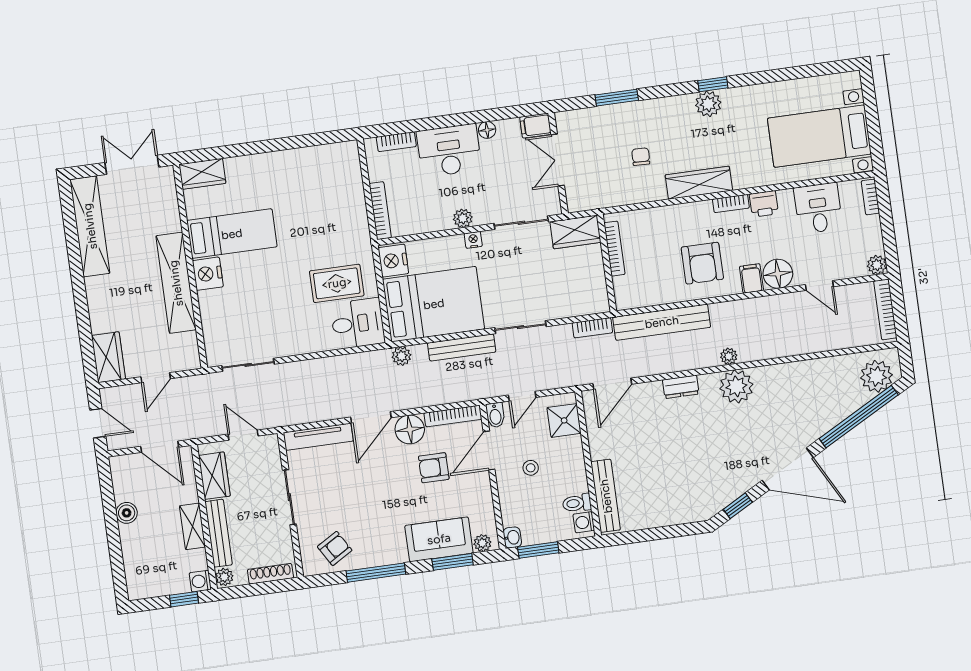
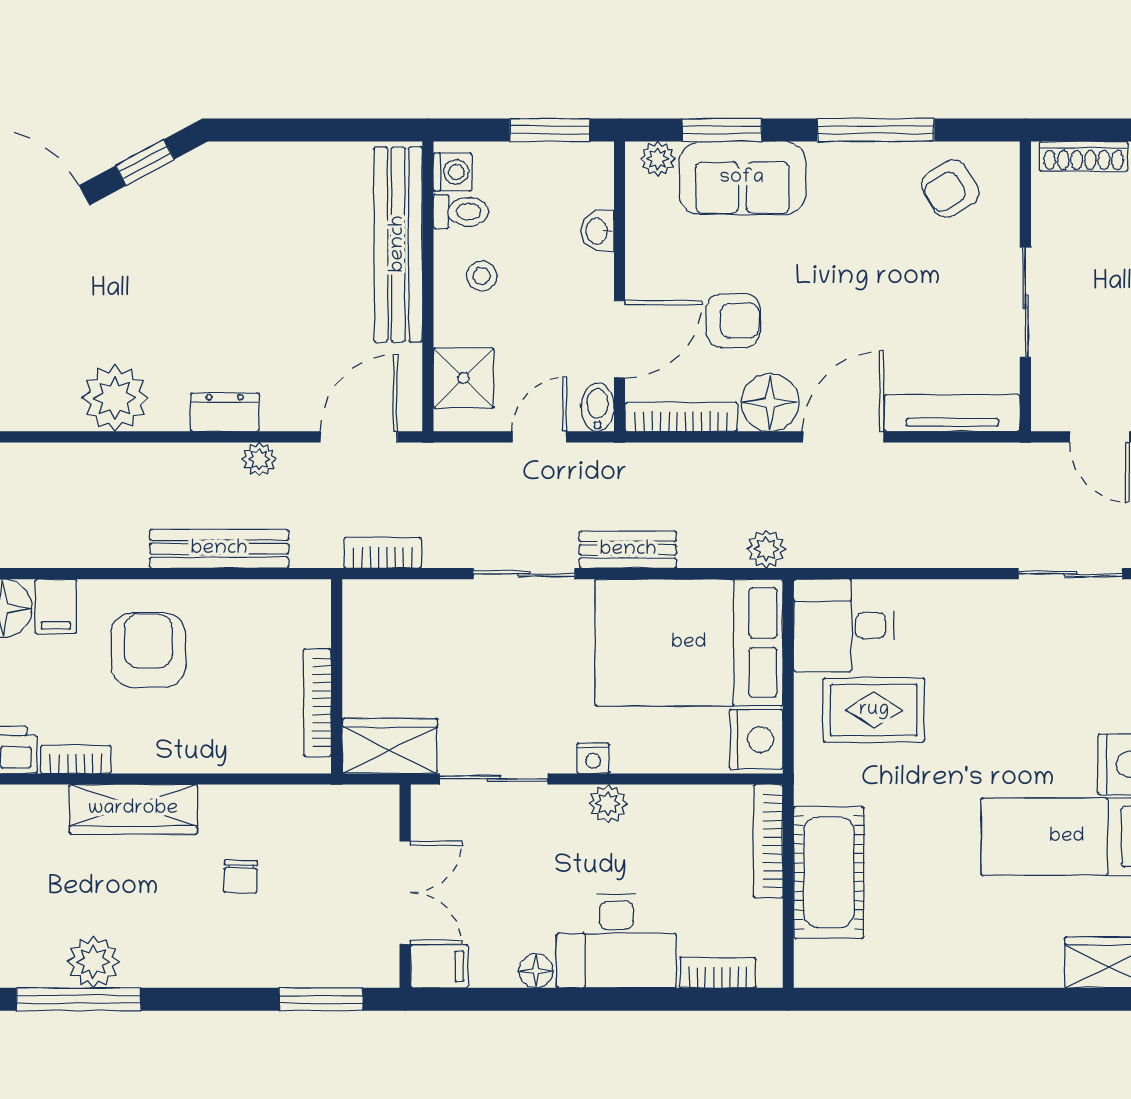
window: (713, 84) -> (79, 999), width x2.17
window: (617, 98) -> (321, 999), moved
cot: (348, 199) -> (829, 872), added
bench: (662, 322) -> (219, 549), width x0.73, depth x0.82
bench: (462, 347) -> (628, 550), width x0.73
plant: (729, 356) -> (259, 459), moved
stool: (531, 468) -> (482, 276), moved
bench: (606, 496) -> (398, 244), width x1.37, depth x1.21
washbasin: (512, 537) -> (597, 231), moved

